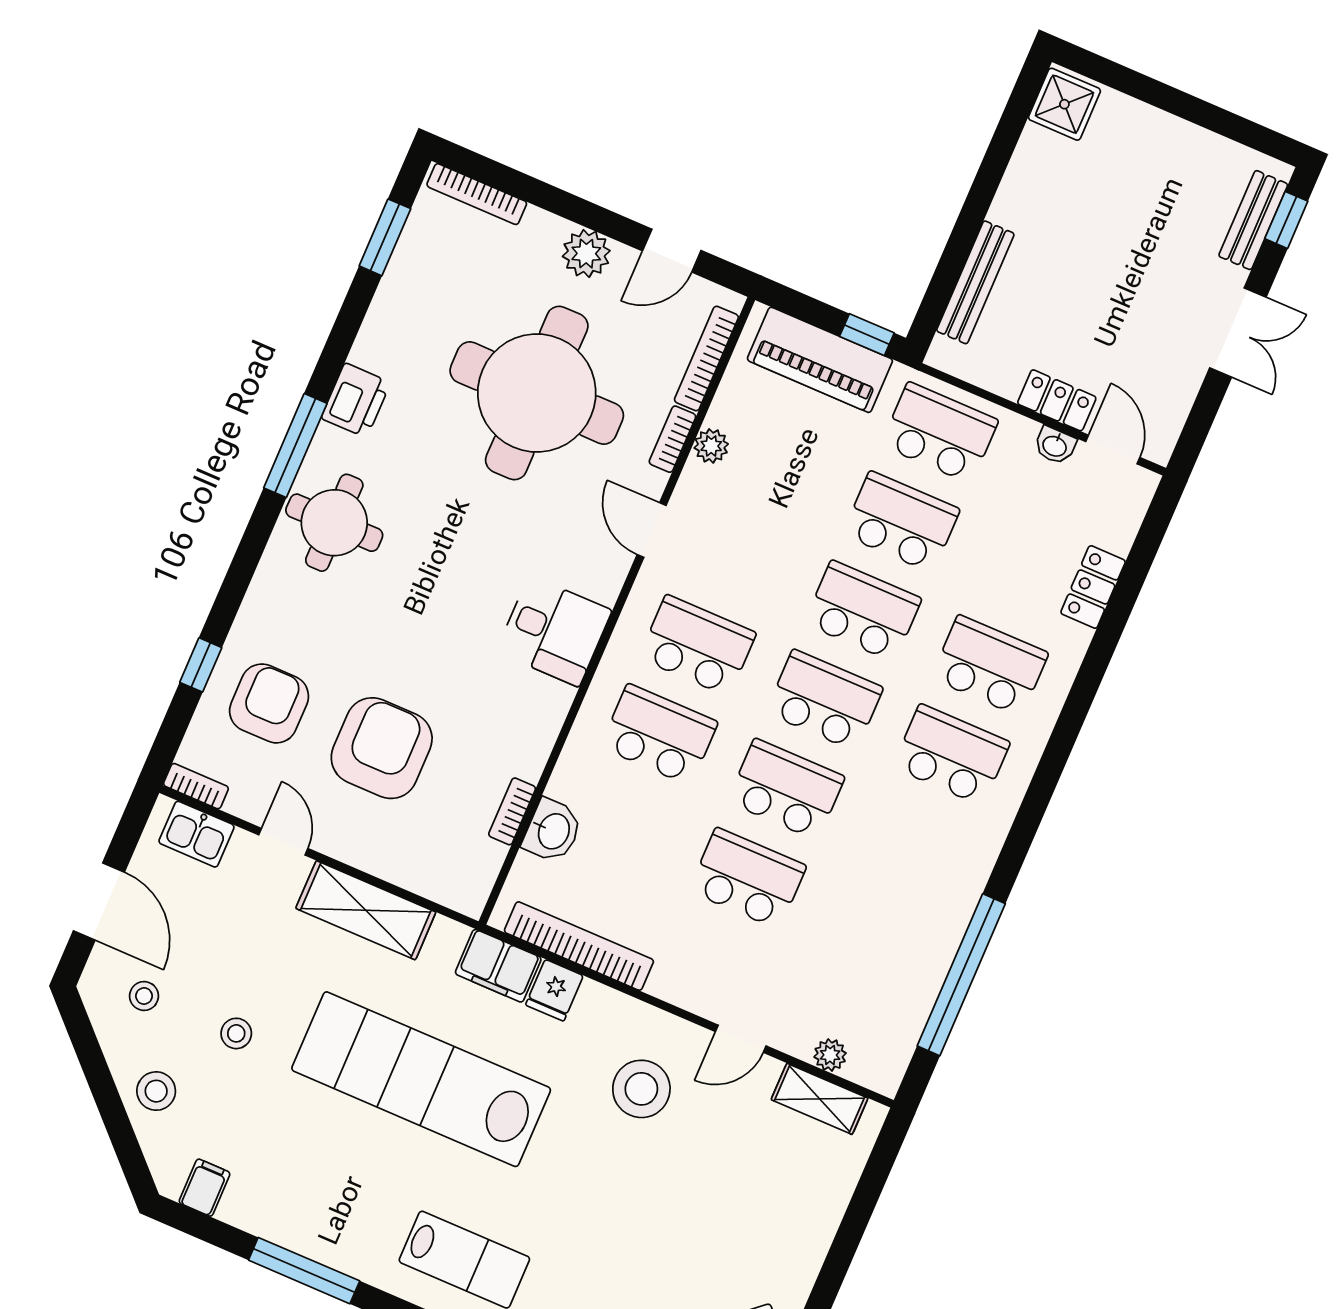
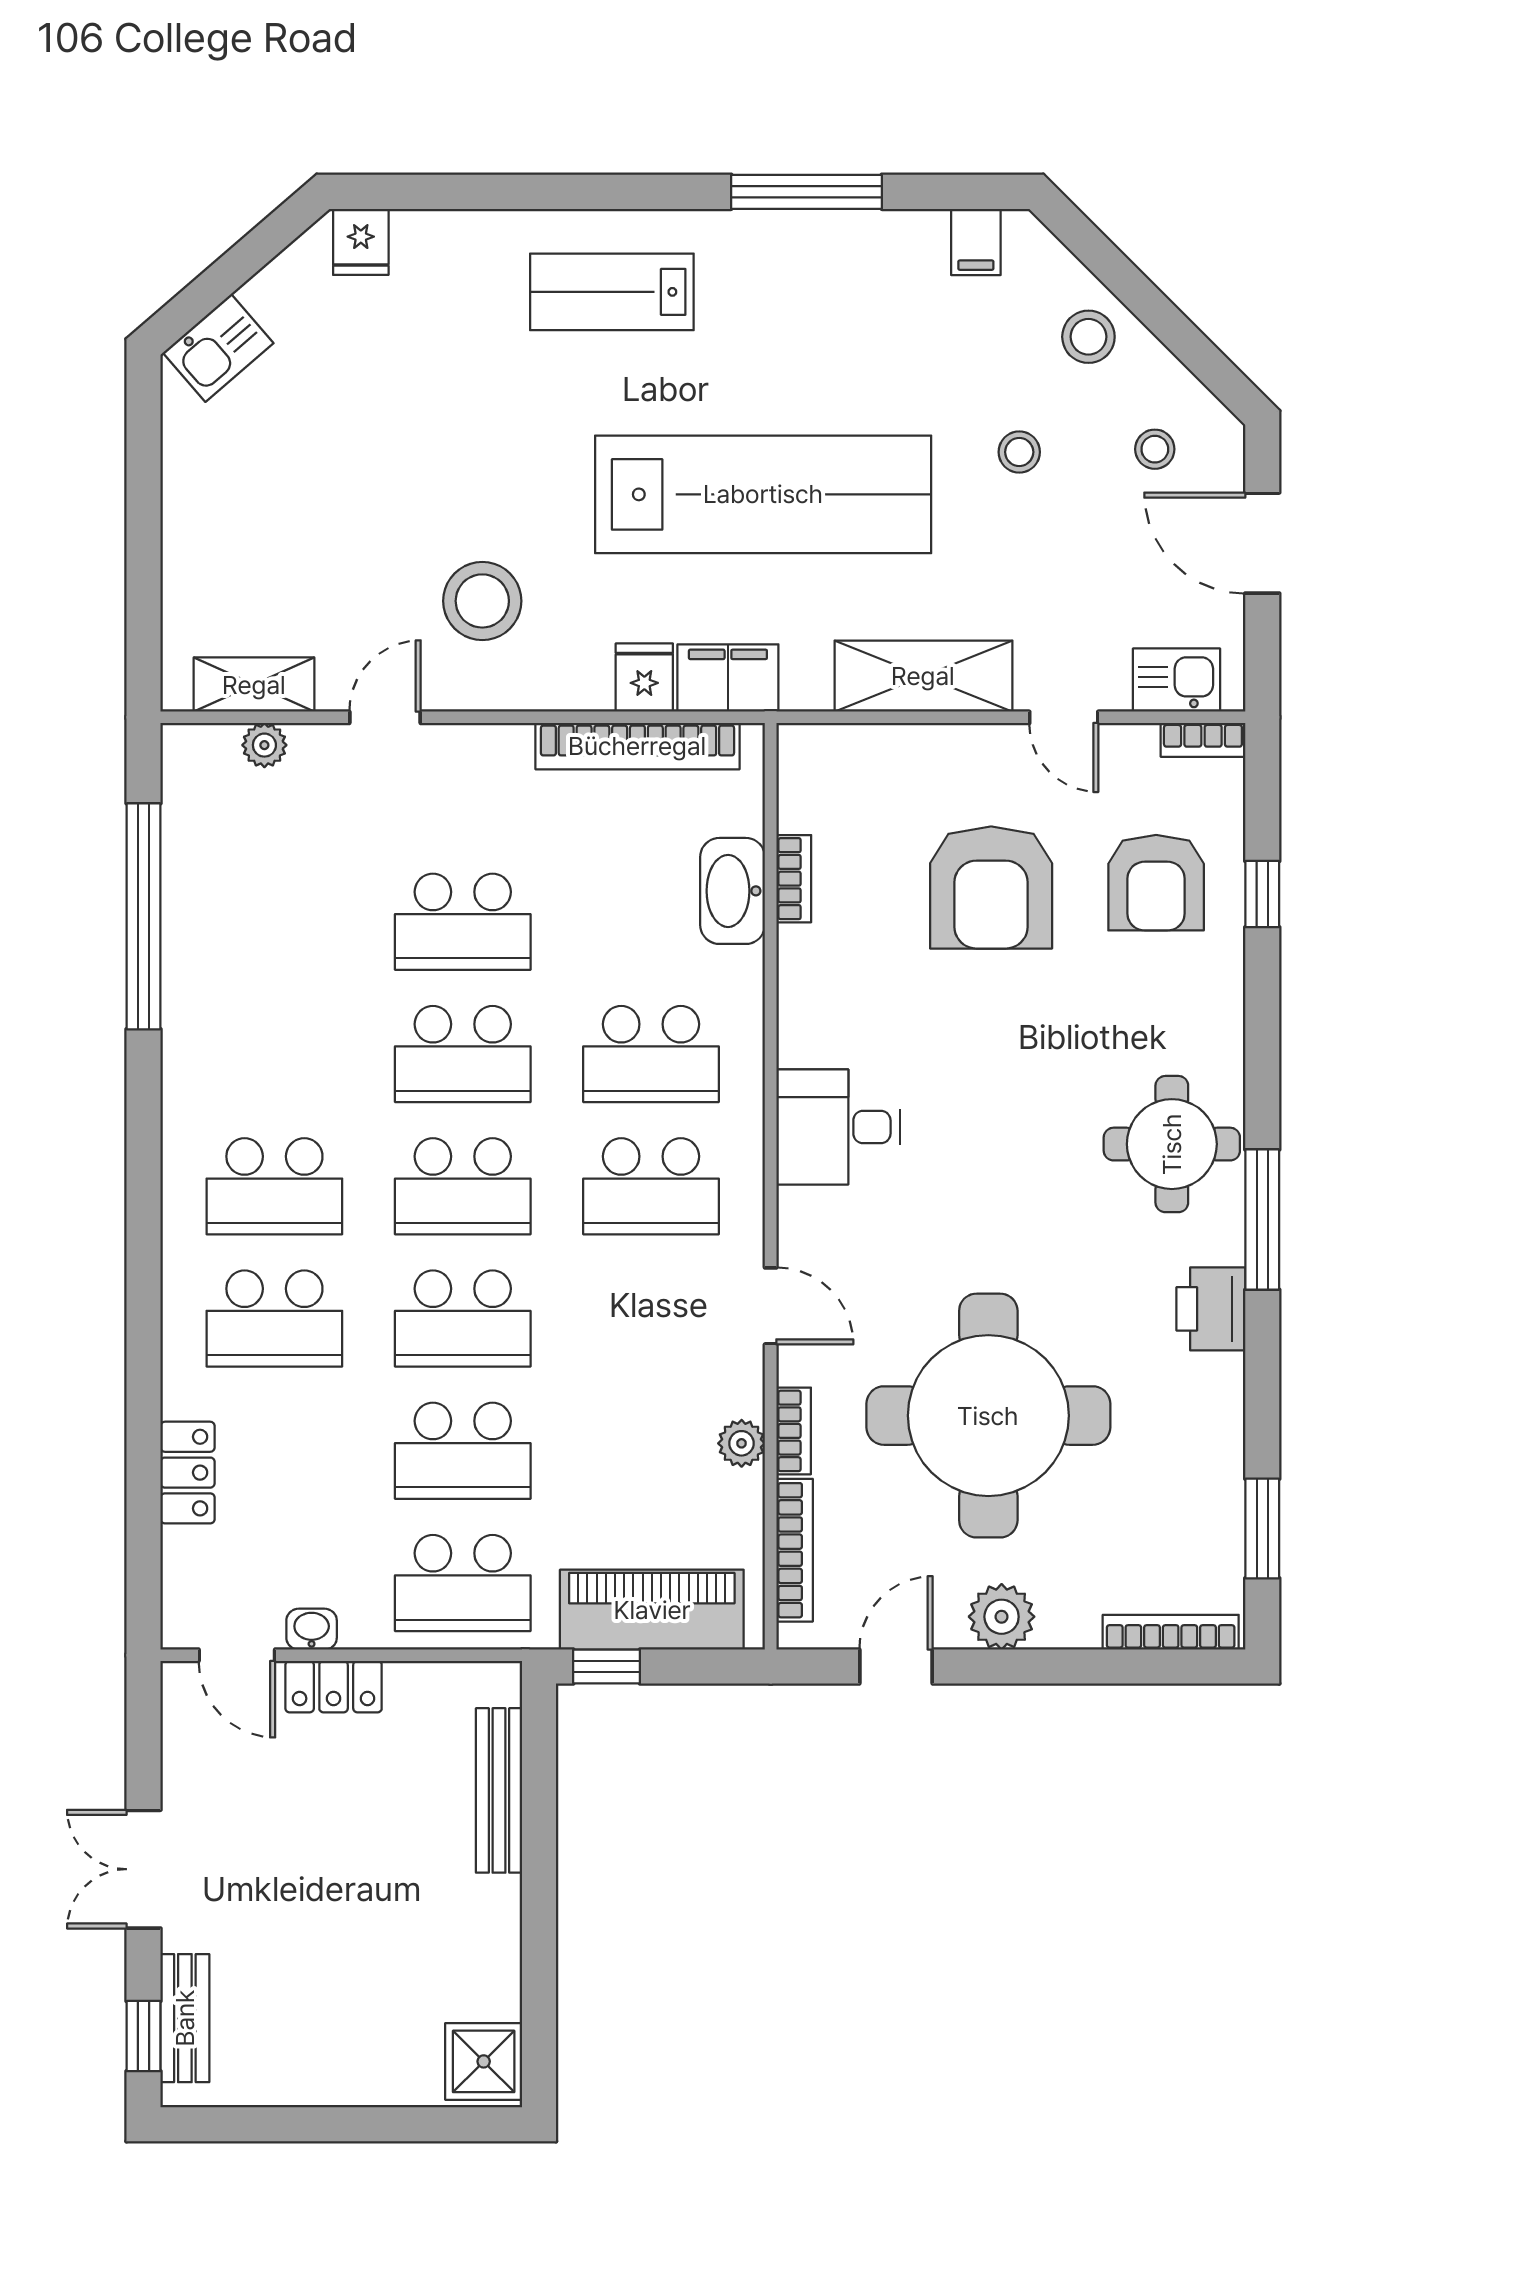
washbasin: (553, 831) -> (733, 891), width x1.38

